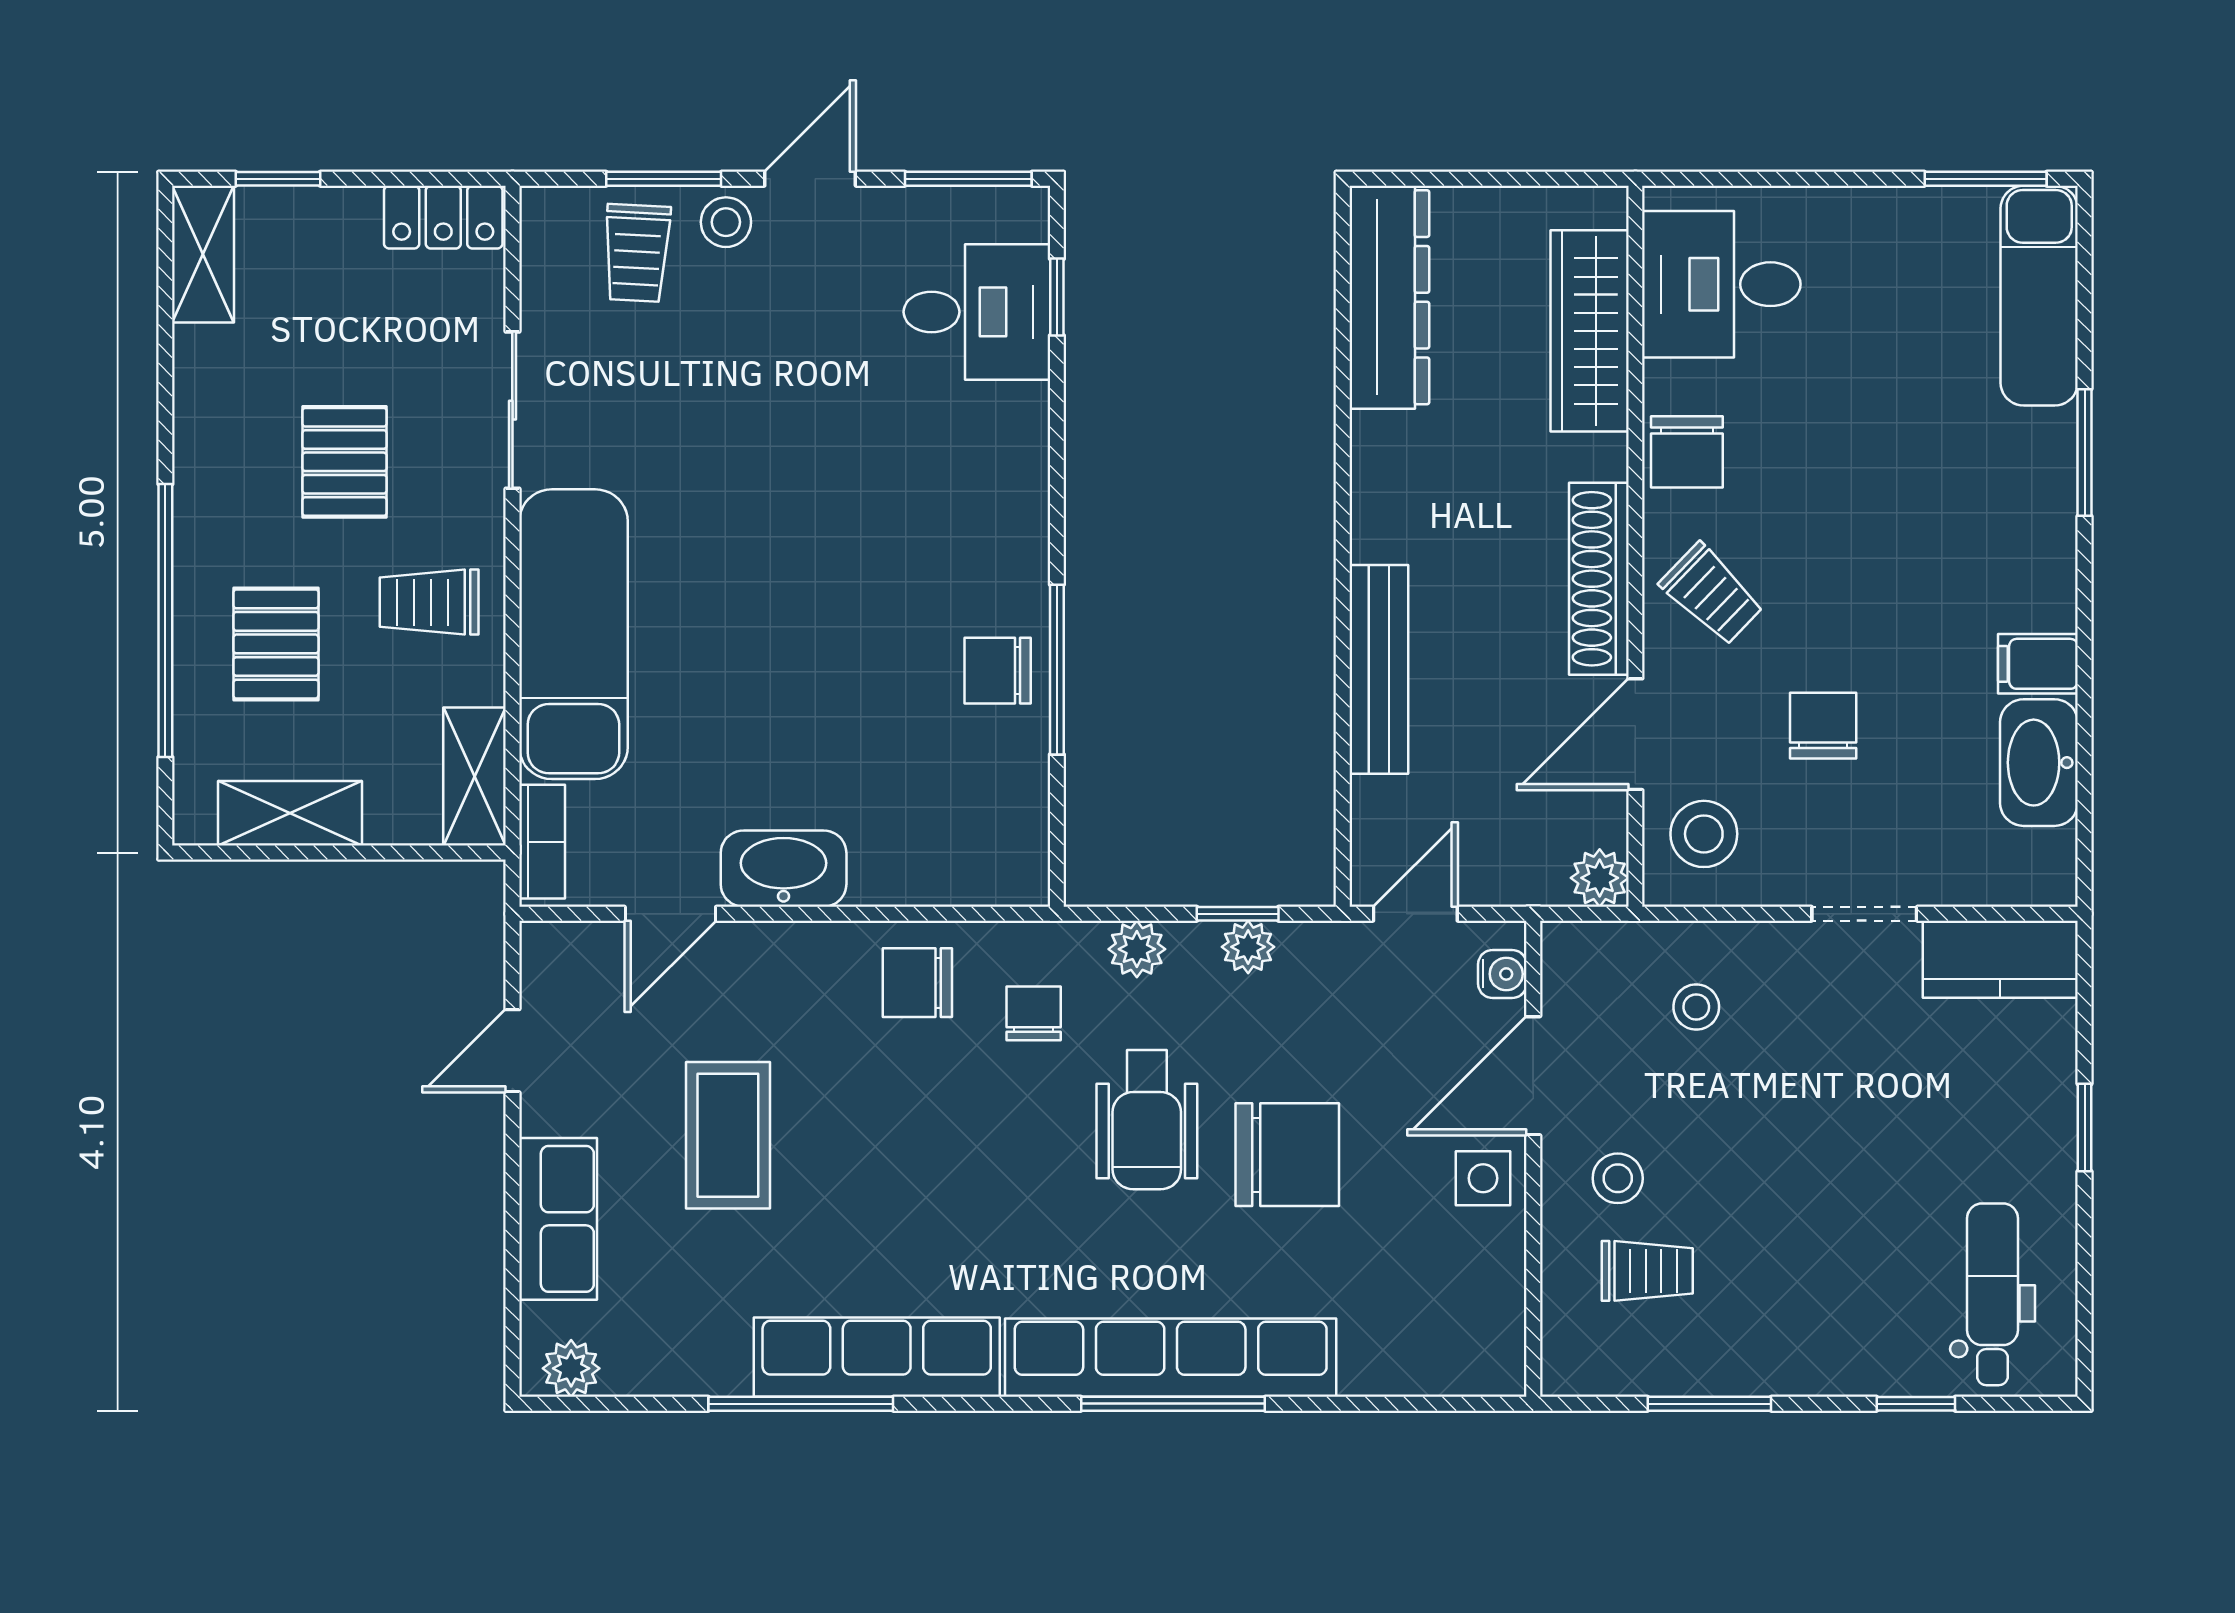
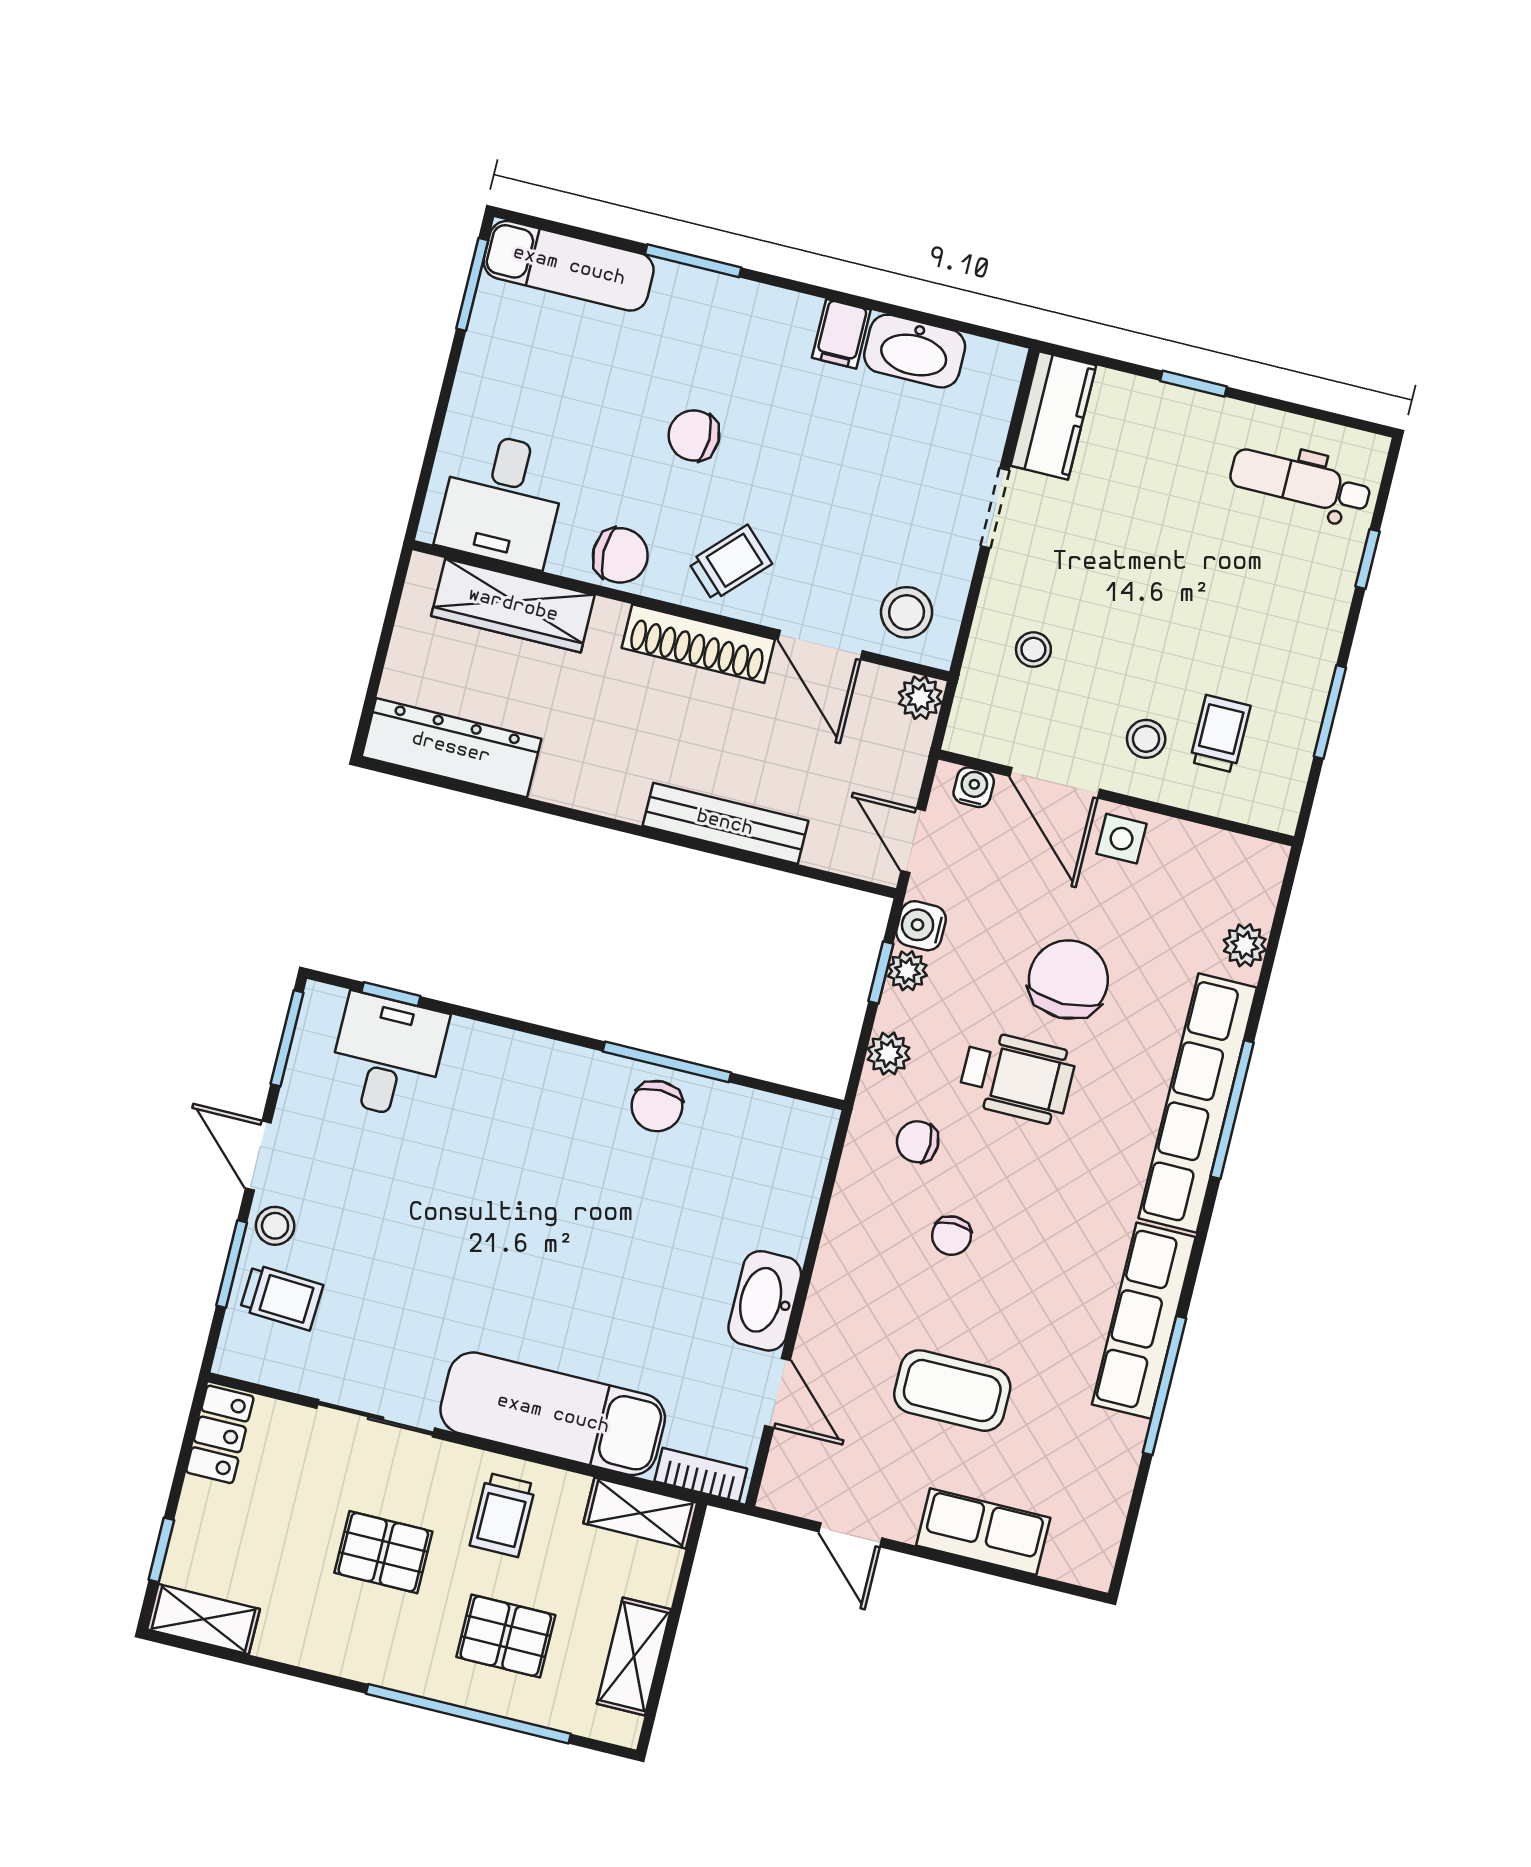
chair: (1823, 726) -> (694, 435), moved
water cooler: (1310, 950) -> (921, 926), added
chair: (917, 983) -> (952, 1236), moved, width x0.73, depth x0.73
plant: (571, 1368) -> (1245, 945), moved

